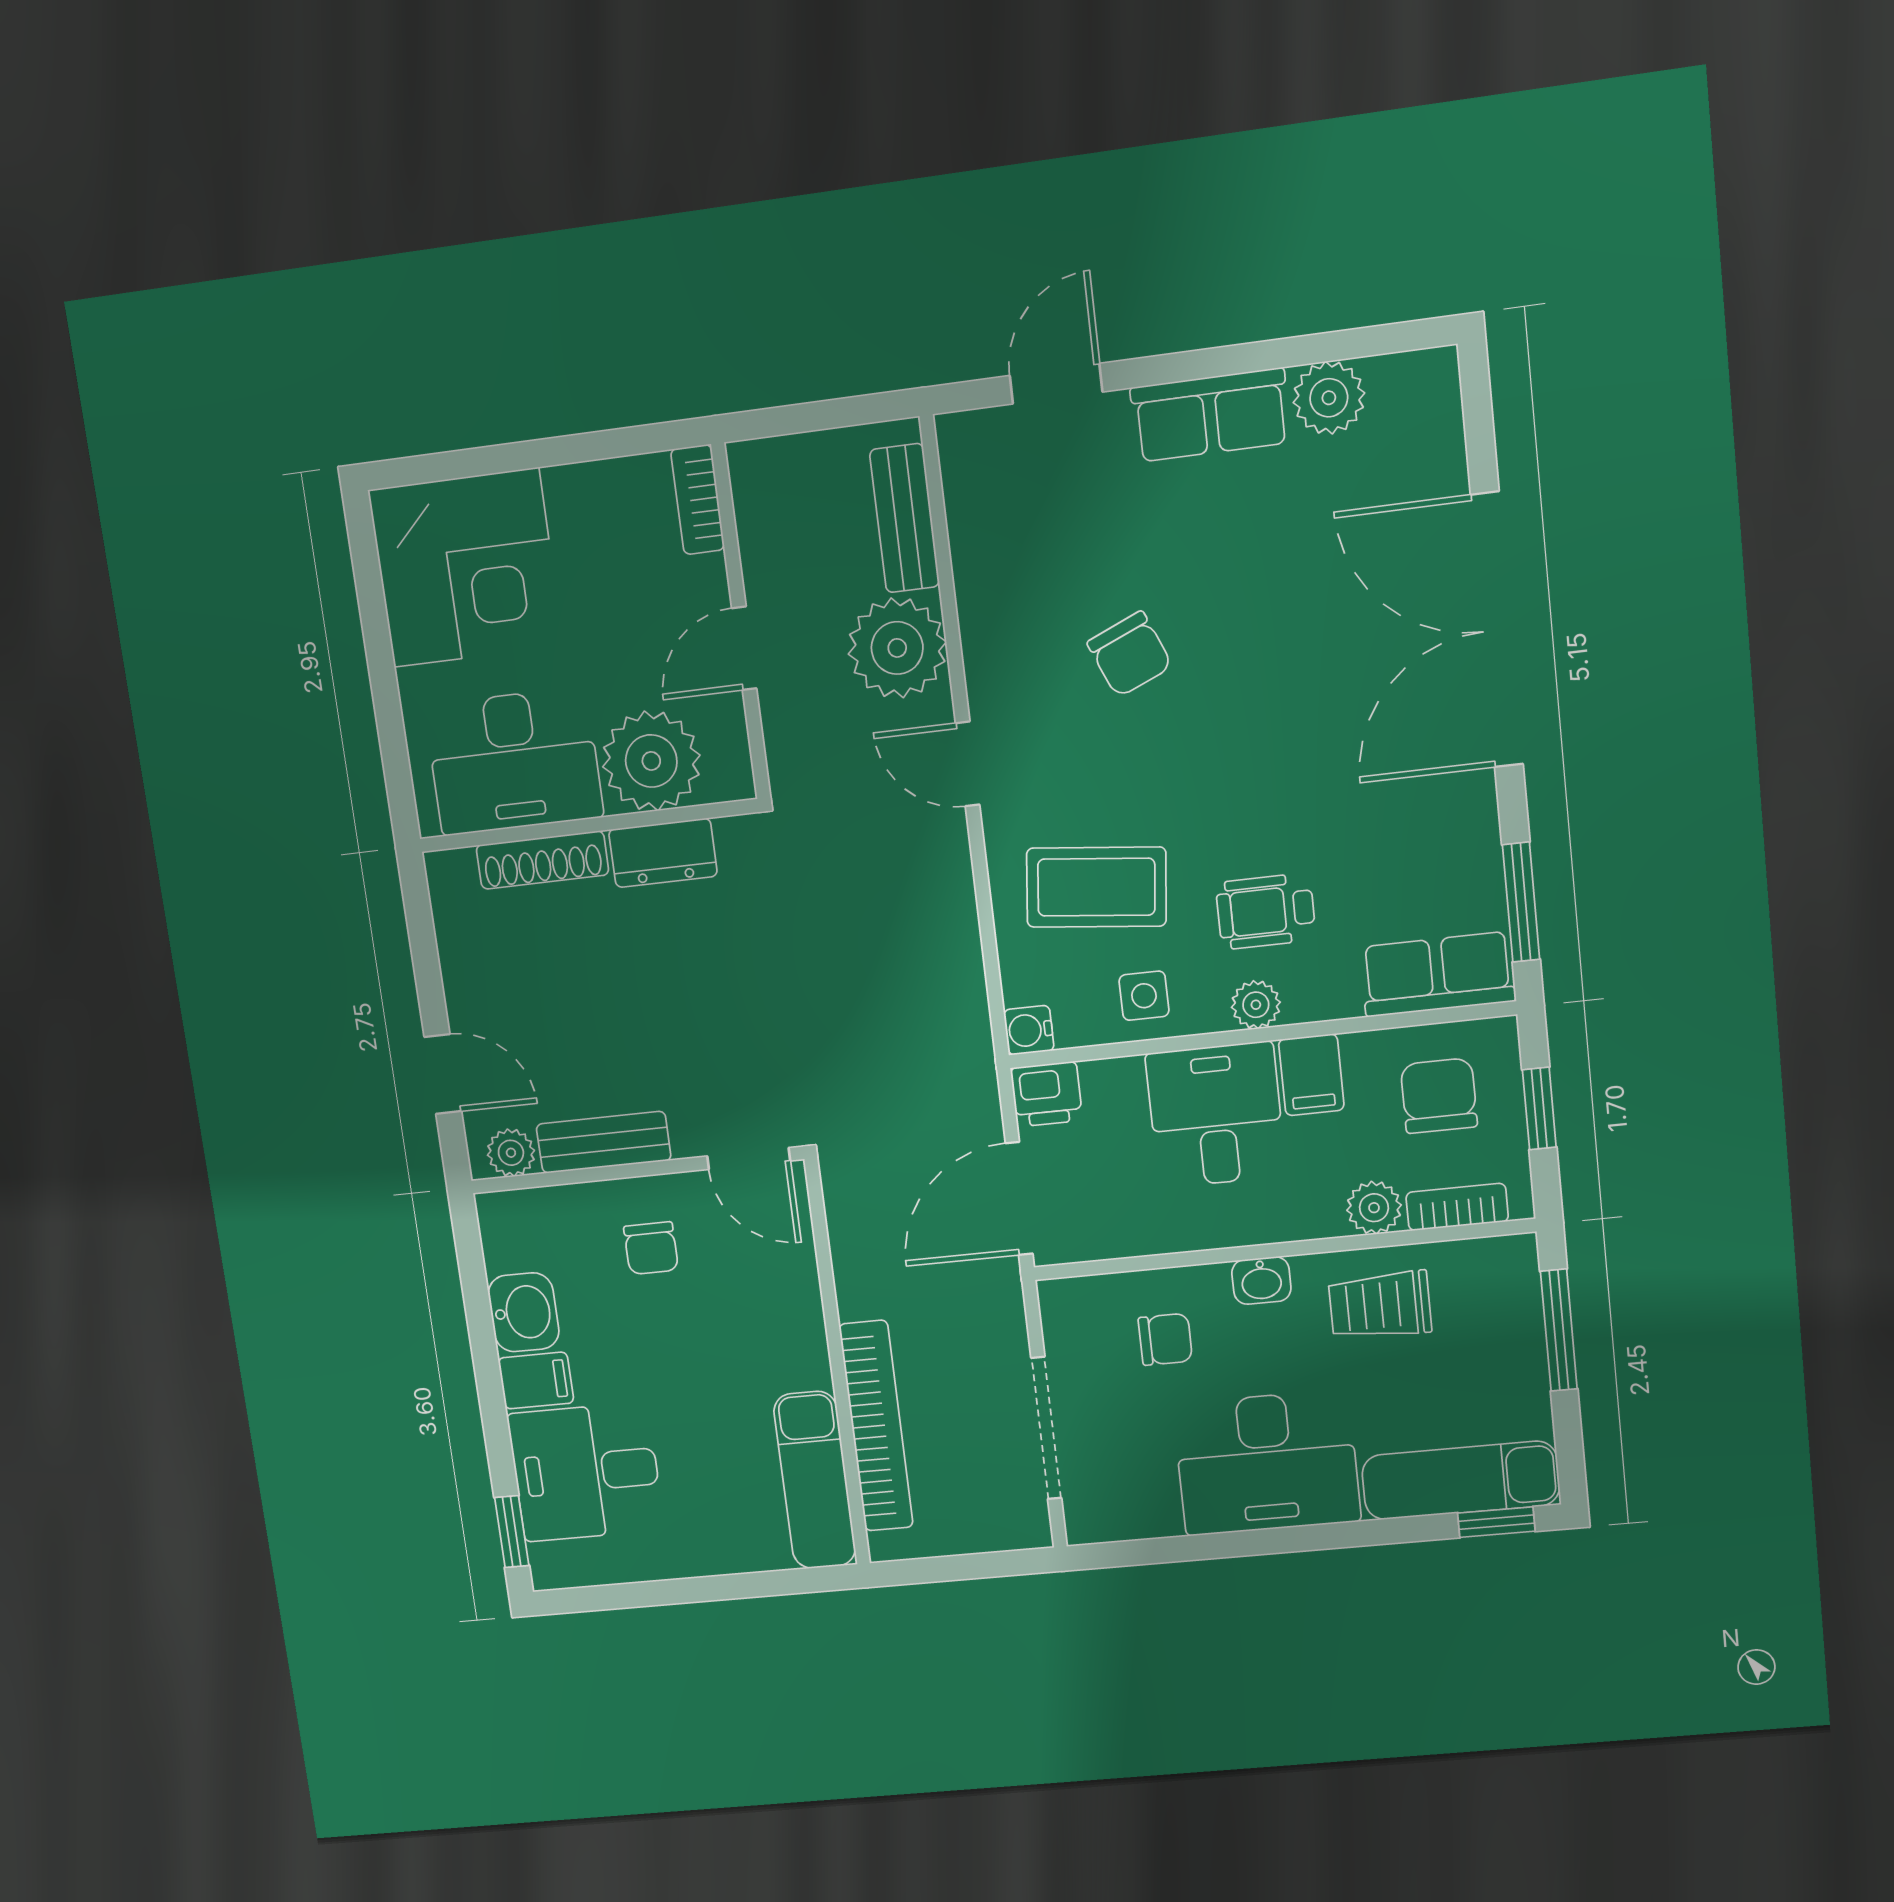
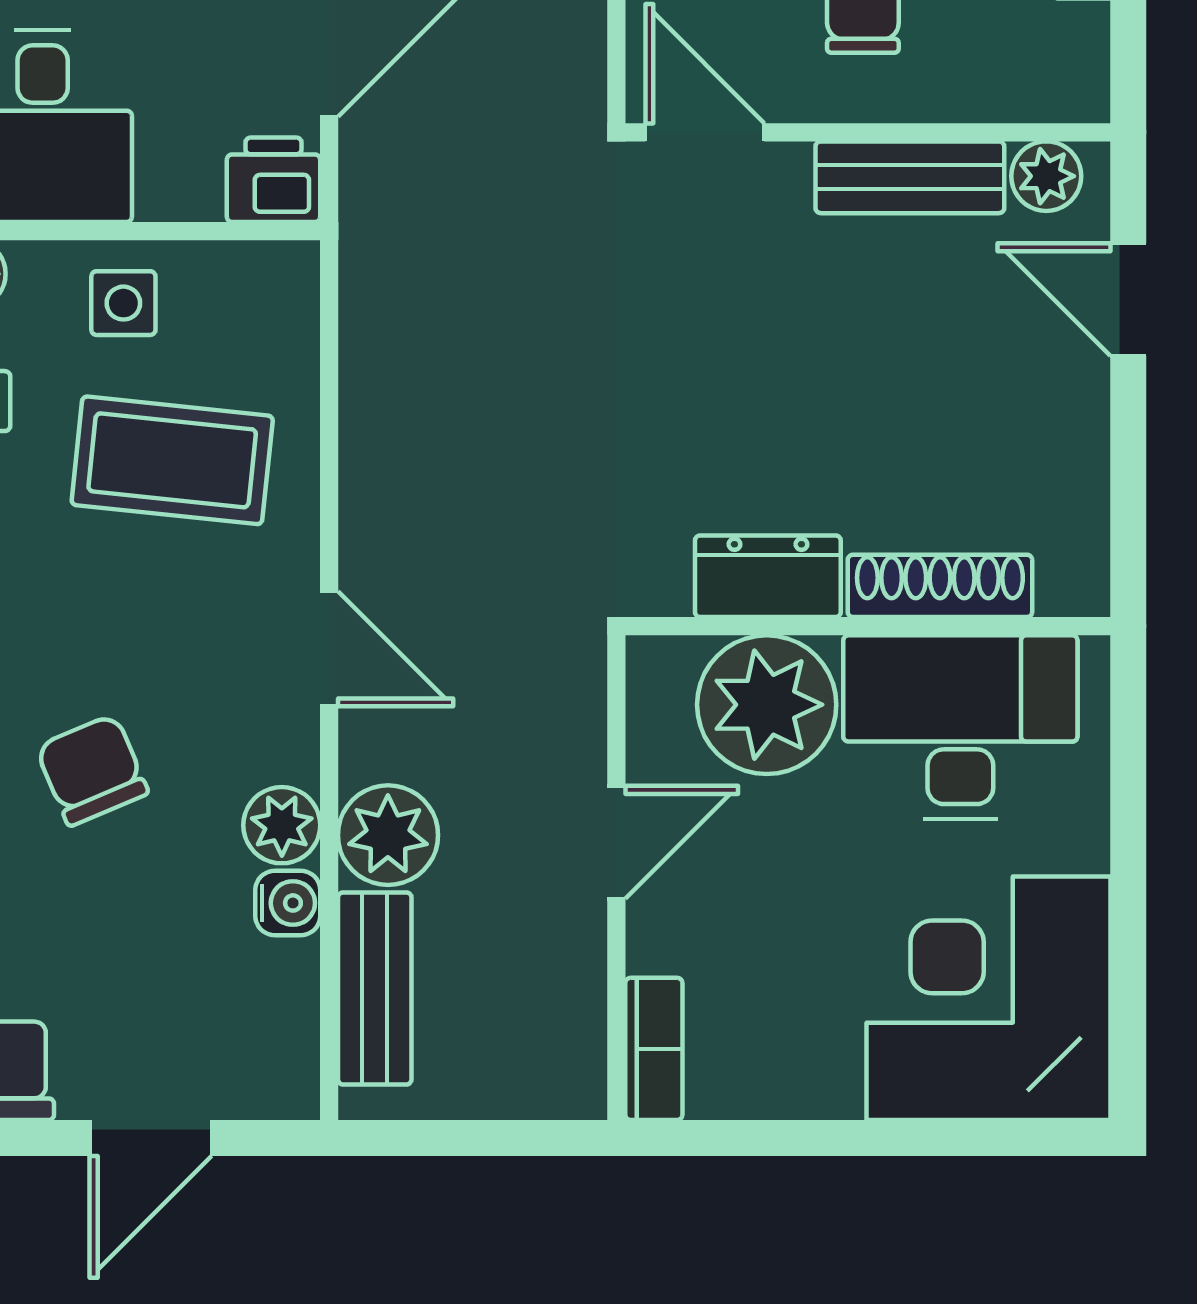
plant: (987, 631) -> (282, 825), added
plant: (897, 648) -> (388, 835), width x0.73, depth x0.73
water cooler: (1029, 1030) -> (288, 903), moved

